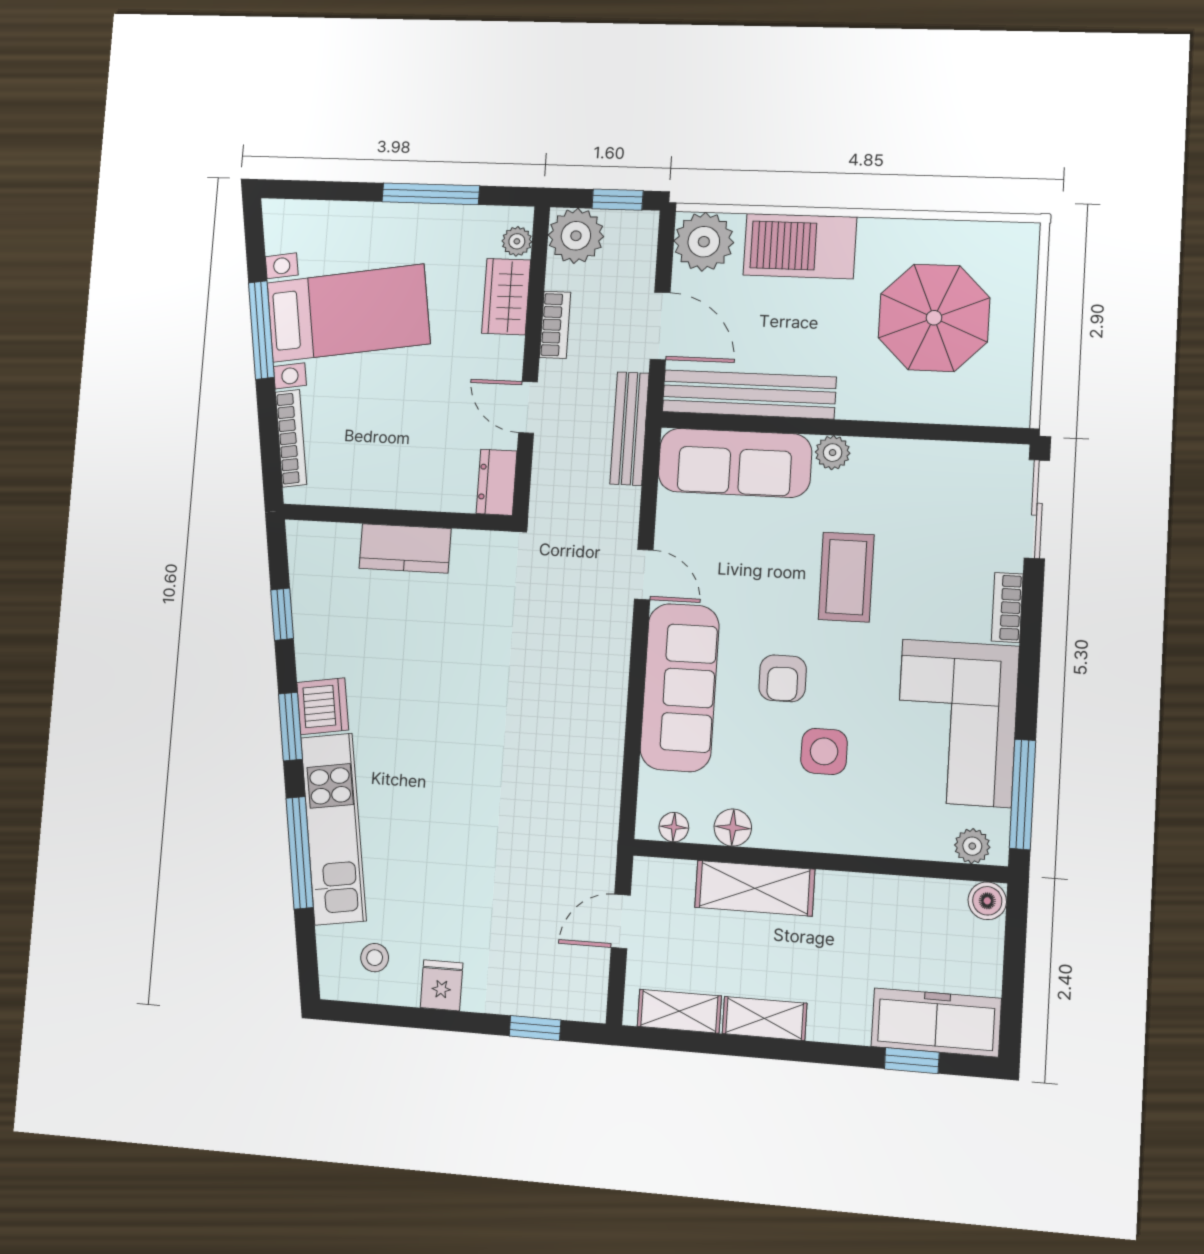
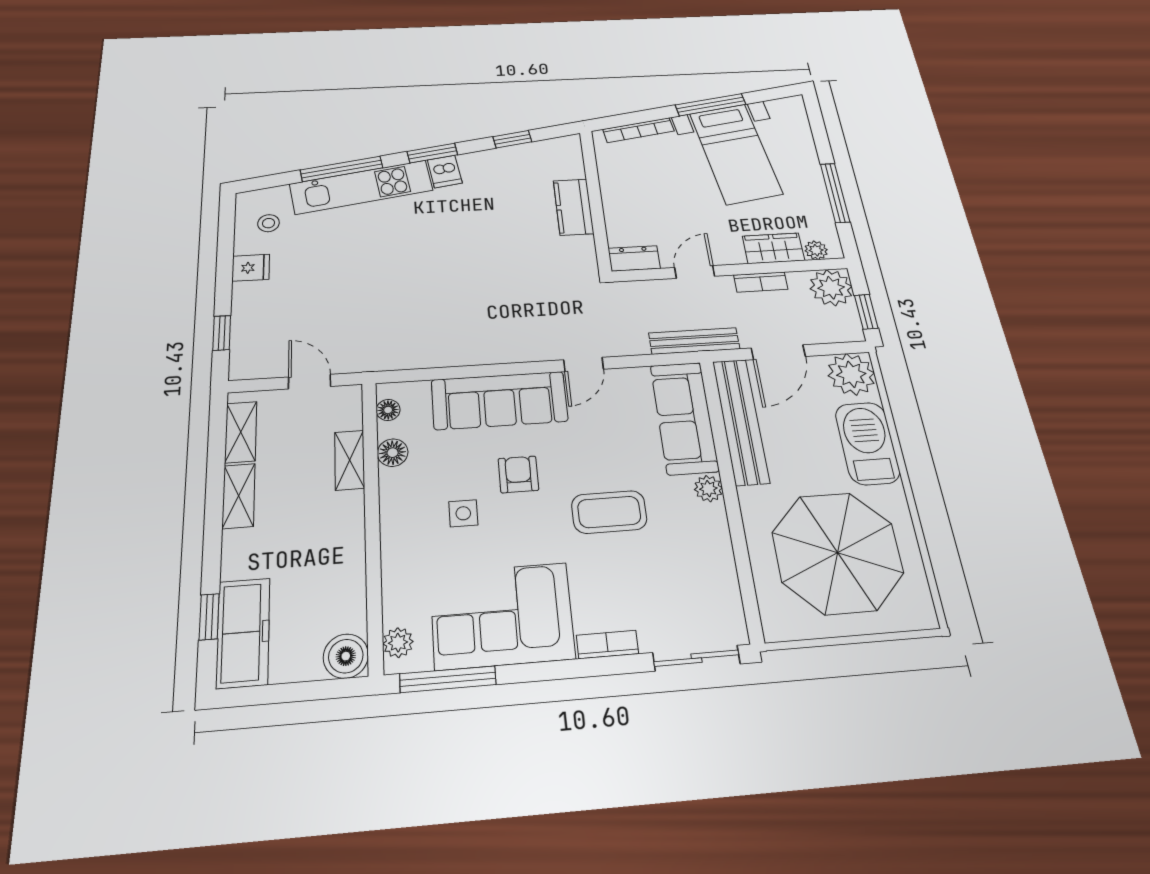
parasol: (934, 318) -> (837, 553), width x1.36, depth x1.36
armchair: (783, 678) -> (518, 474), turned 90
dishwasher: (323, 706) -> (445, 171), width x0.73
side table: (824, 751) -> (463, 513), width x0.73, depth x0.73
shelving: (755, 888) -> (350, 460), width x0.67, depth x0.75
boiler: (987, 901) -> (346, 656), width x1.36, depth x1.36

